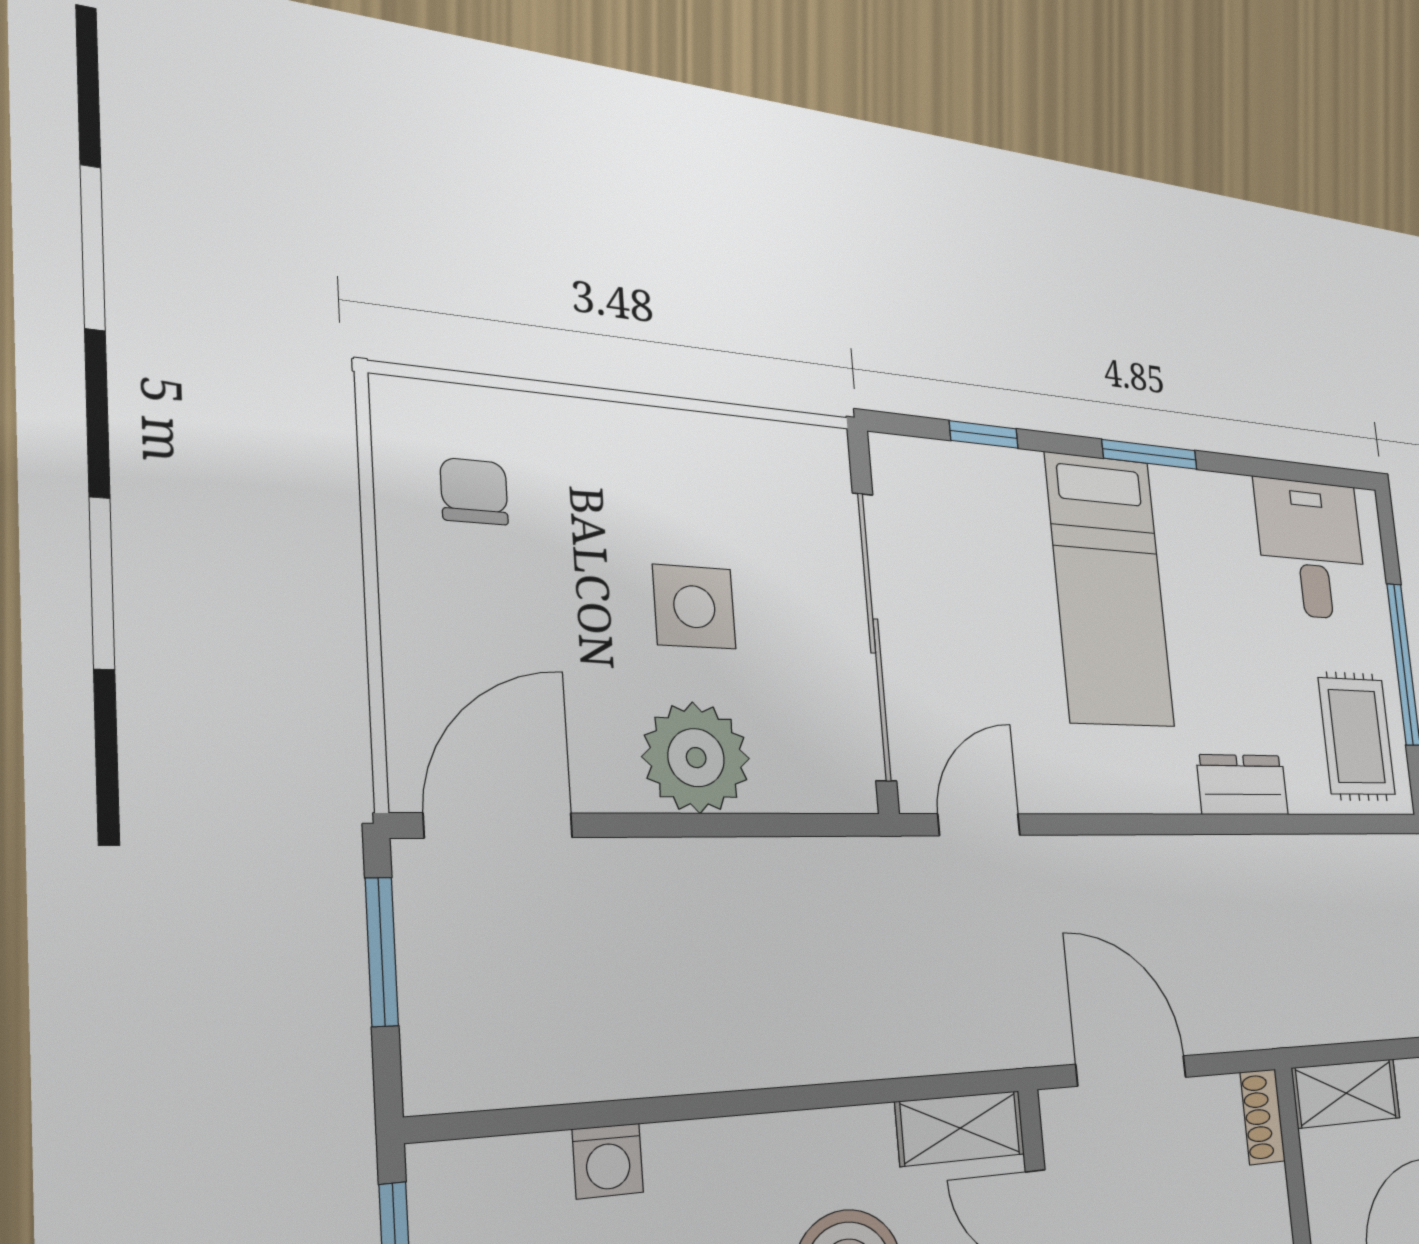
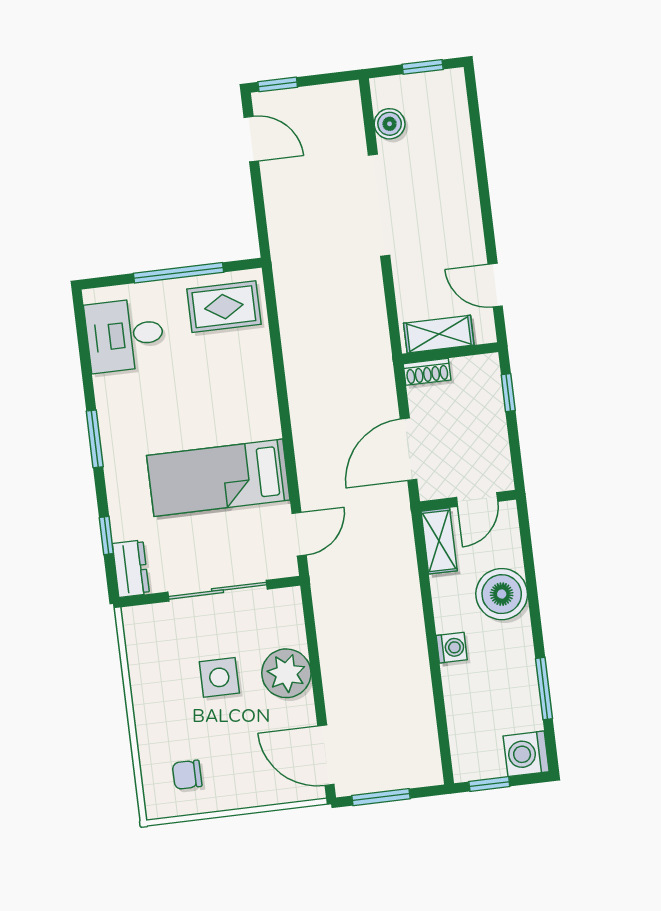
bed: (1110, 590) -> (218, 478), moved, turned 180
sliding door: (874, 636) -> (218, 591), width x0.73
dresser: (1243, 785) -> (131, 569), moved, turned 180
door: (979, 825) -> (299, 534), swing flipped
shelving: (1346, 1093) -> (439, 334), moved, turned 90
washing machine: (608, 1161) -> (452, 648), moved

